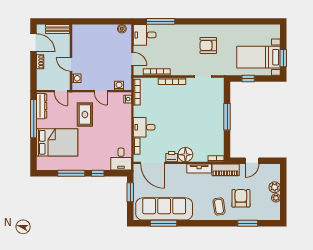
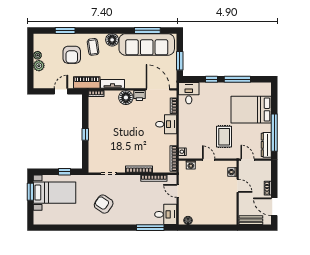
armchair: (208, 45) -> (104, 204), turned -146
window: (227, 117) -> (85, 134), width x0.46
floor lamp: (200, 214) -> (112, 40), added

